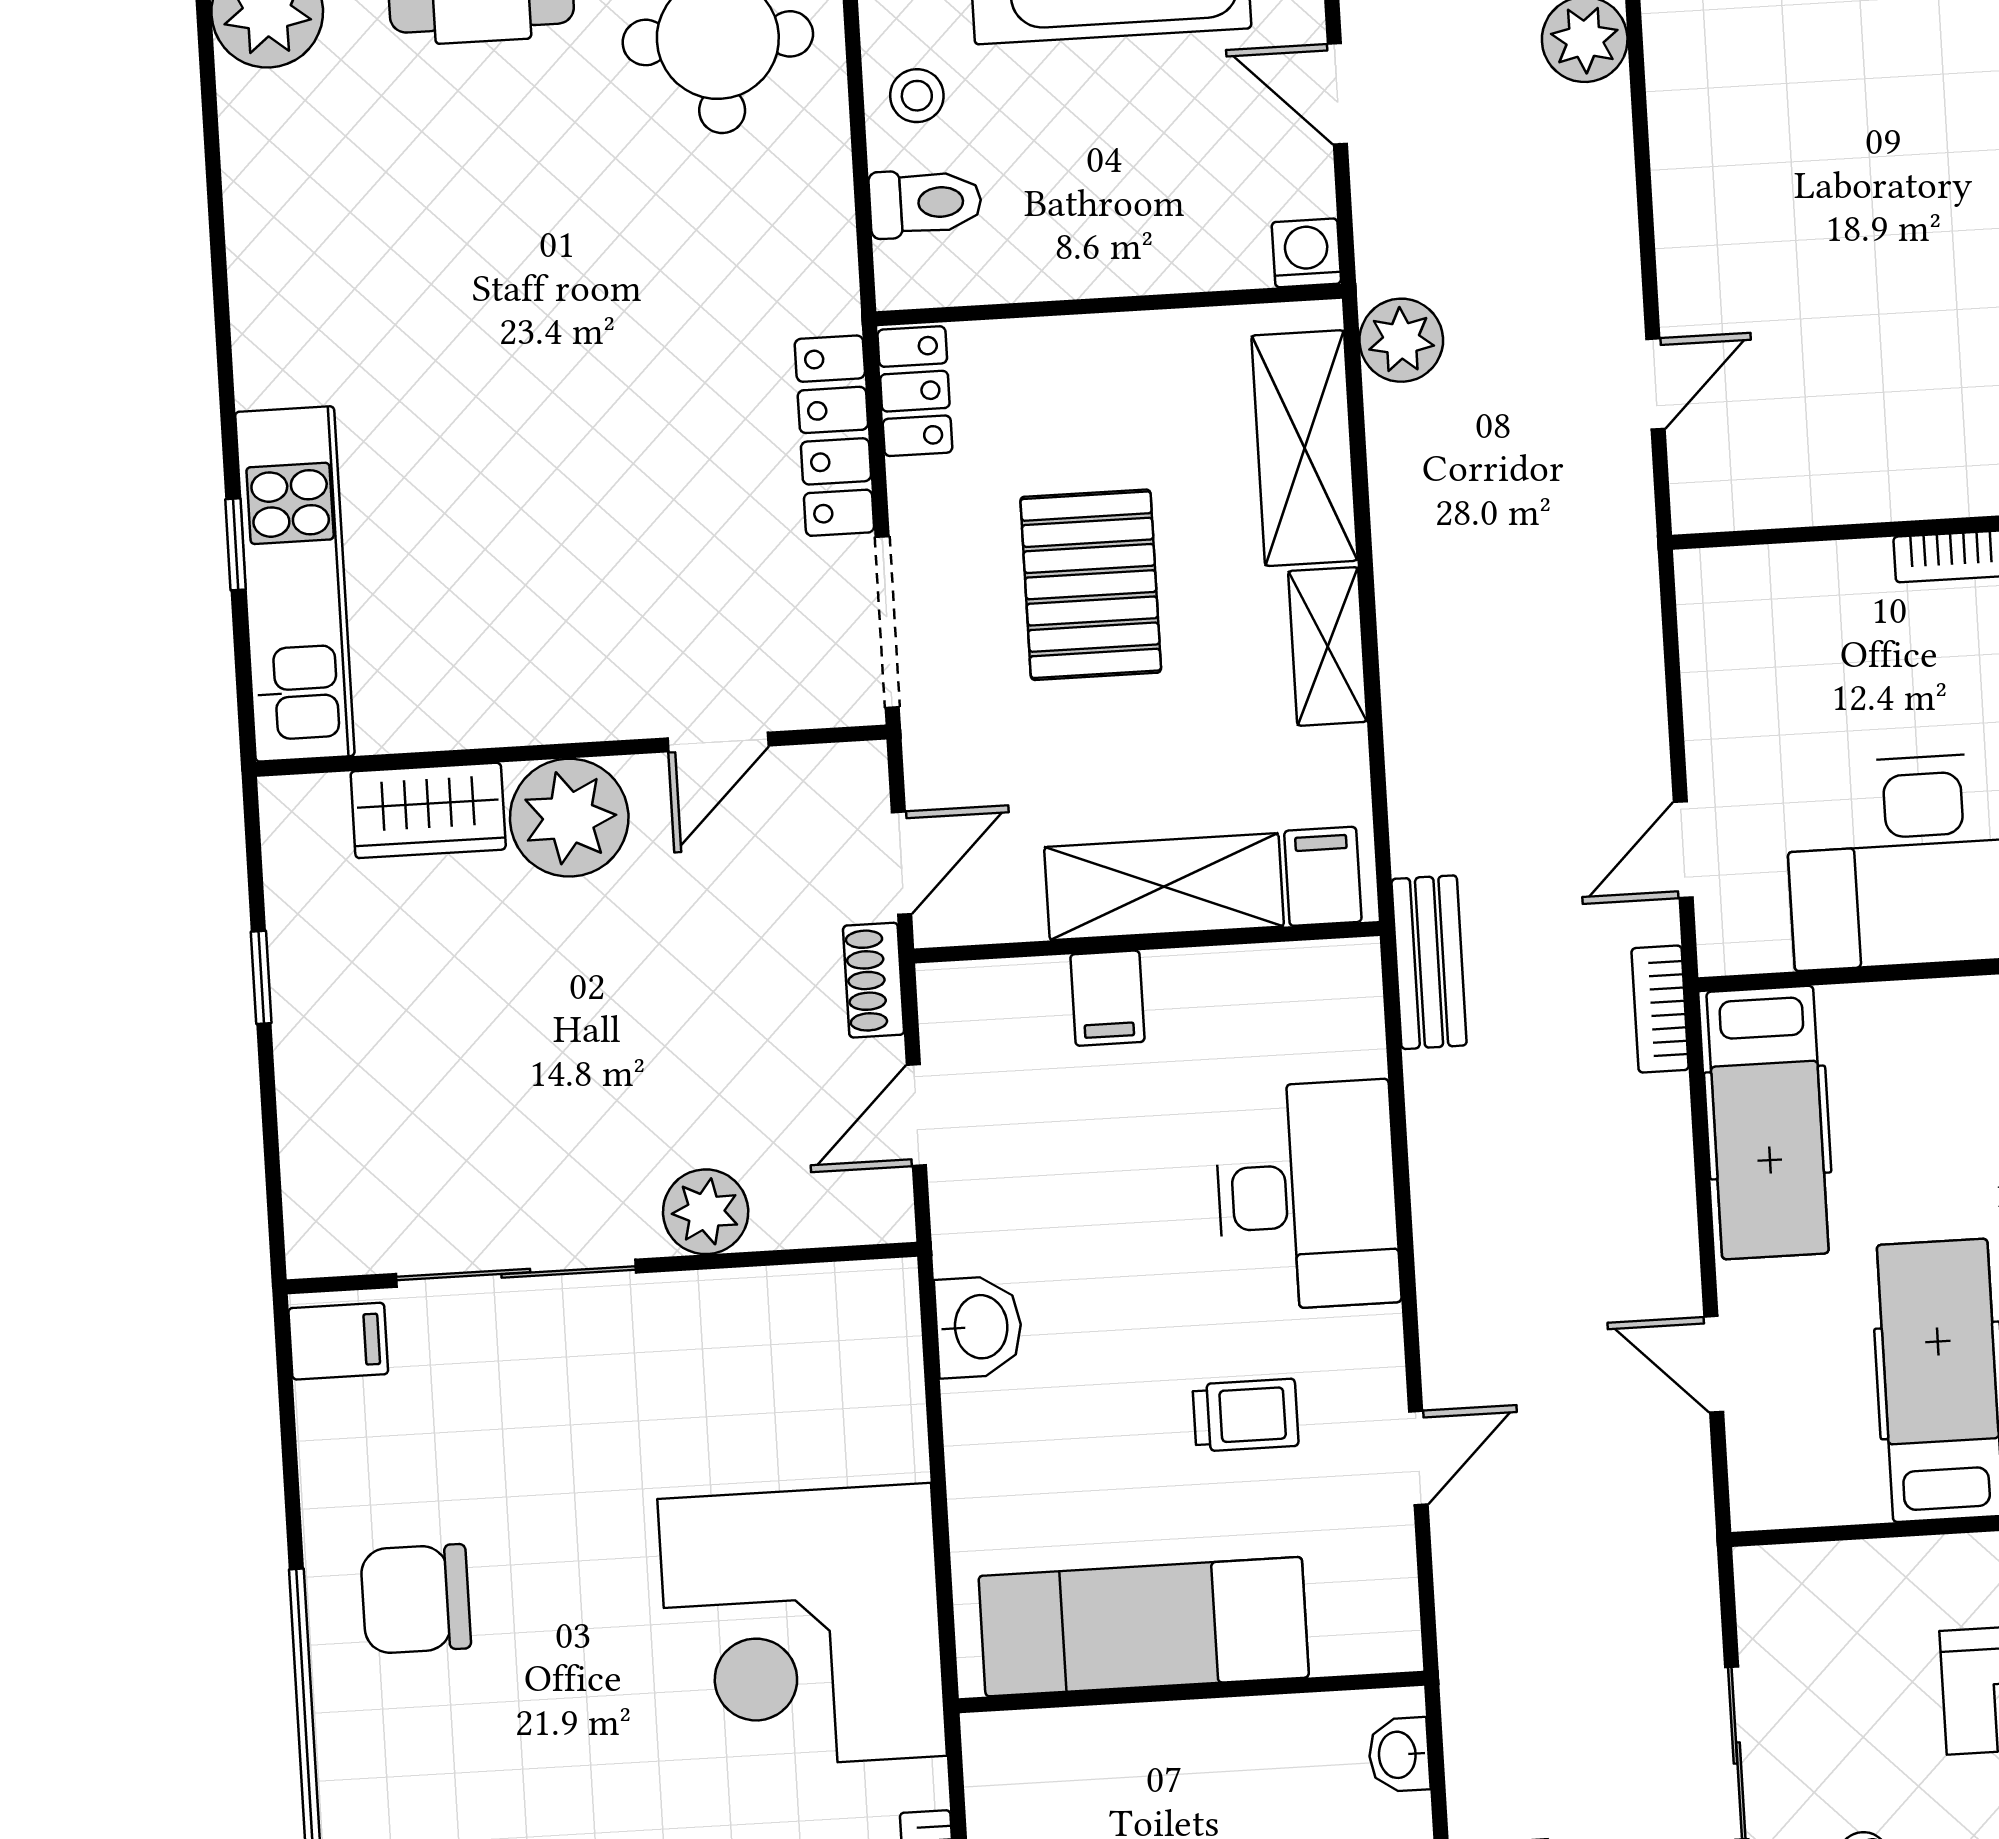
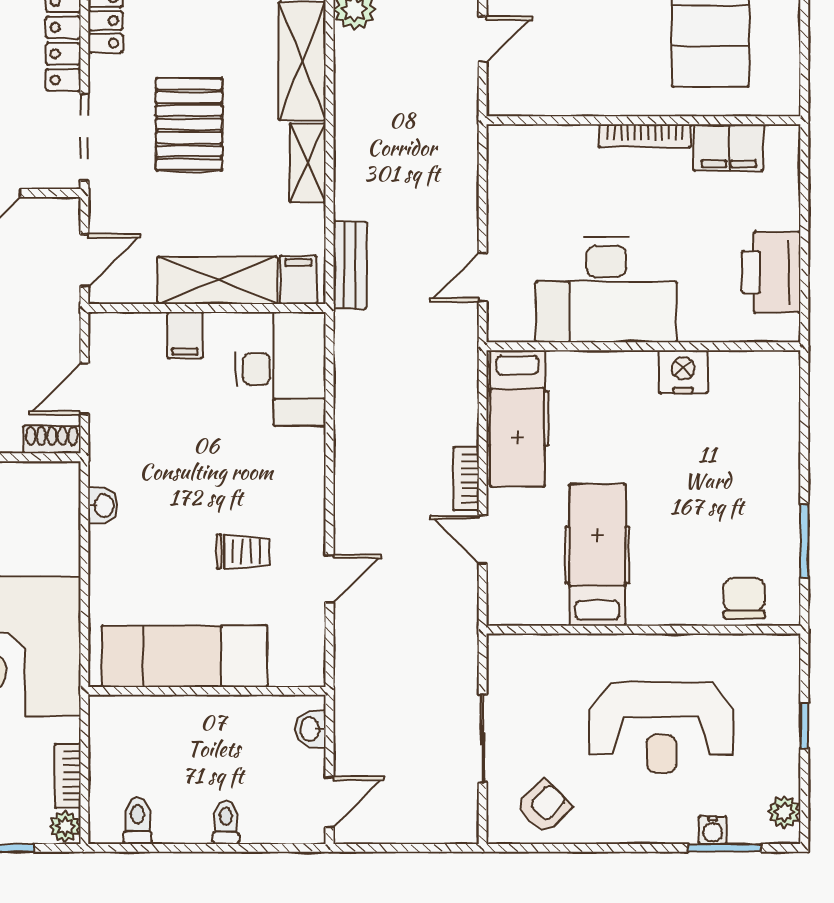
bench: (1429, 962) -> (350, 265), moved
shoe rack: (874, 980) -> (52, 440), moved, turned 90
bookcase: (1660, 1009) -> (466, 479), moved
desk: (1307, 1195) -> (281, 369), moved
washbasin: (979, 1327) -> (103, 506), width x0.72, depth x0.69

